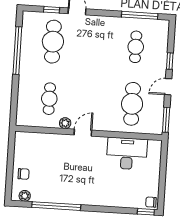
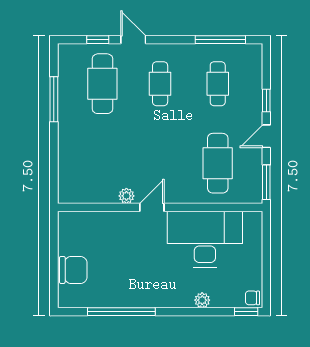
window: (17, 51) -> (54, 99), width x0.68
cafe table: (49, 99) -> (160, 84), moved
desk: (127, 154) -> (205, 239), width x1.36, depth x1.30
chair: (24, 174) -> (73, 270), width x1.87, depth x1.87
plant: (25, 196) -> (202, 300), moved

